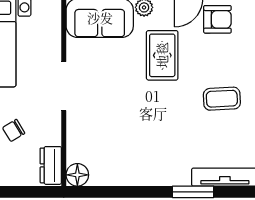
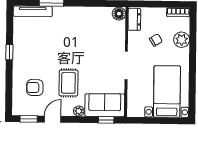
armchair: (217, 19) -> (35, 88), moved
coffee table: (222, 99) -> (34, 57), removed

